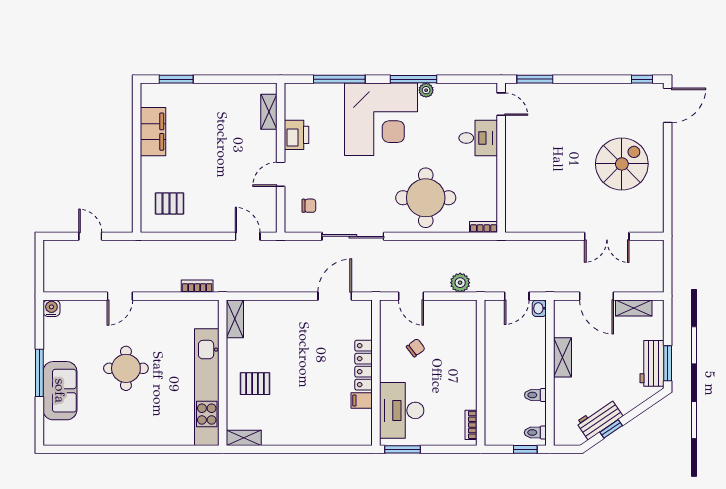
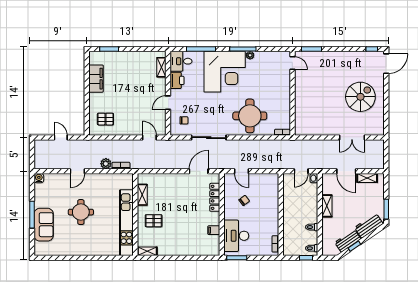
desk: (478, 138) -> (181, 61), moved, turned 180
plant: (460, 283) -> (106, 164), moved
shelving: (235, 319) -> (142, 195), moved
workbench: (652, 363) -> (369, 226), moved, turned 56
locker: (364, 365) -> (215, 197), moved

